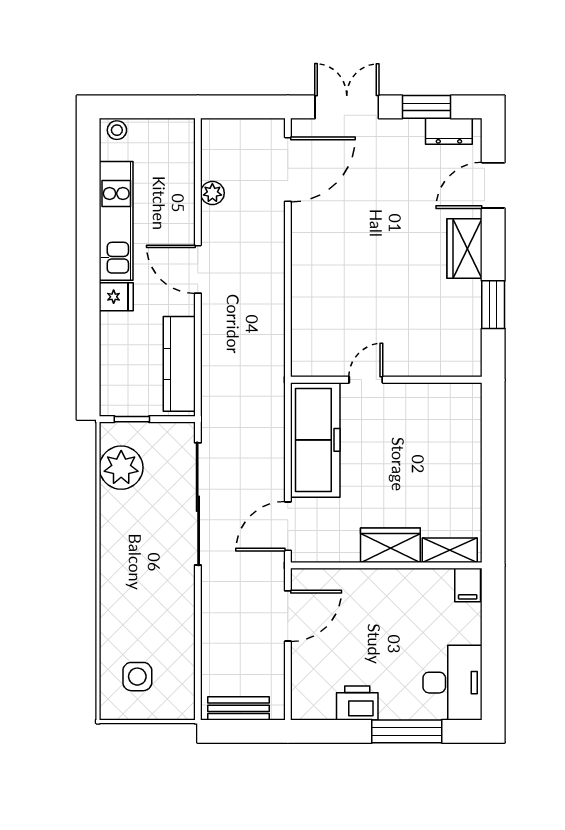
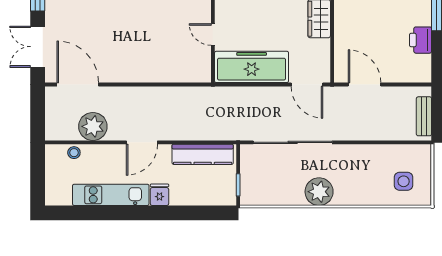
stool: (117, 130) -> (74, 153), moved
plant: (212, 193) -> (93, 126), width x1.88, depth x1.88
plant: (121, 468) -> (319, 192), moved

